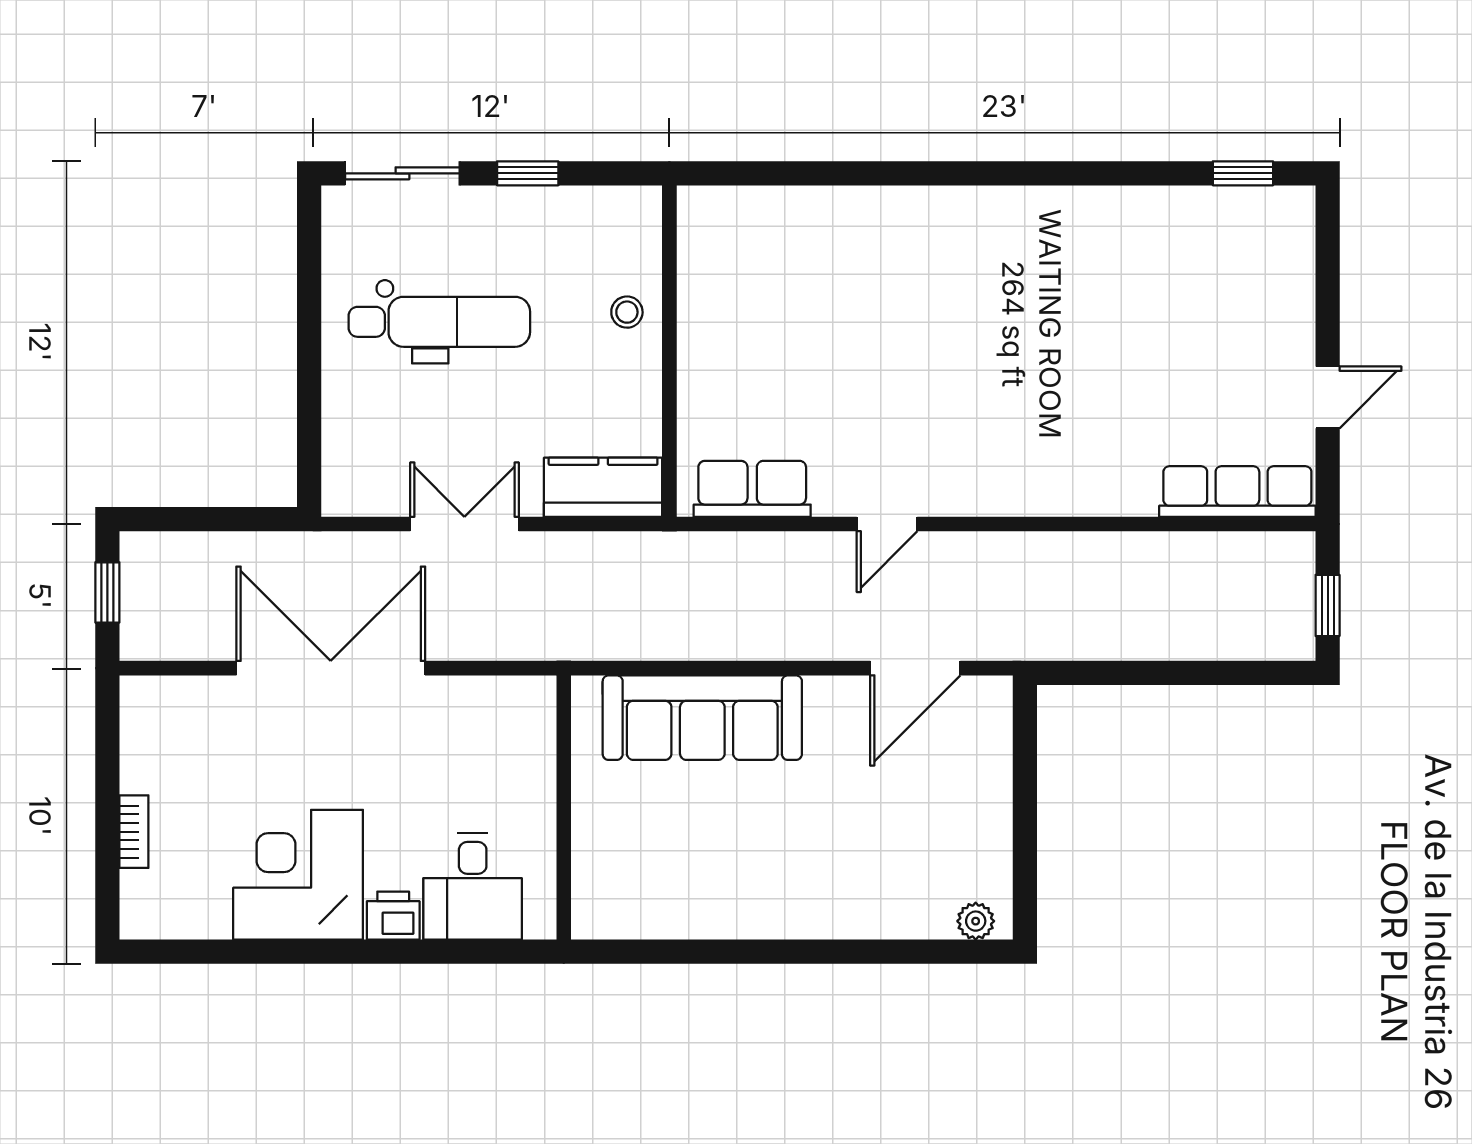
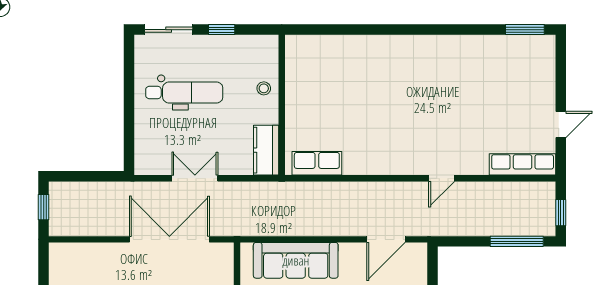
window: (1243, 173) -> (525, 30), width x1.50
kitchen counter: (603, 487) -> (266, 150), moved, turned -90
door: (887, 524) -> (442, 178), moved
double door: (331, 668) -> (169, 239), moved
window: (1224, 673) -> (517, 241), added

